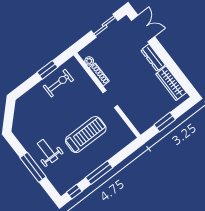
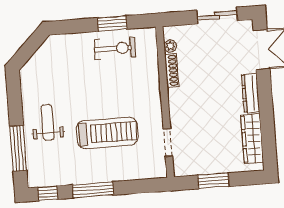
doorway: (110, 99) -> (168, 142), moved
window: (33, 167) -> (18, 148), moved

